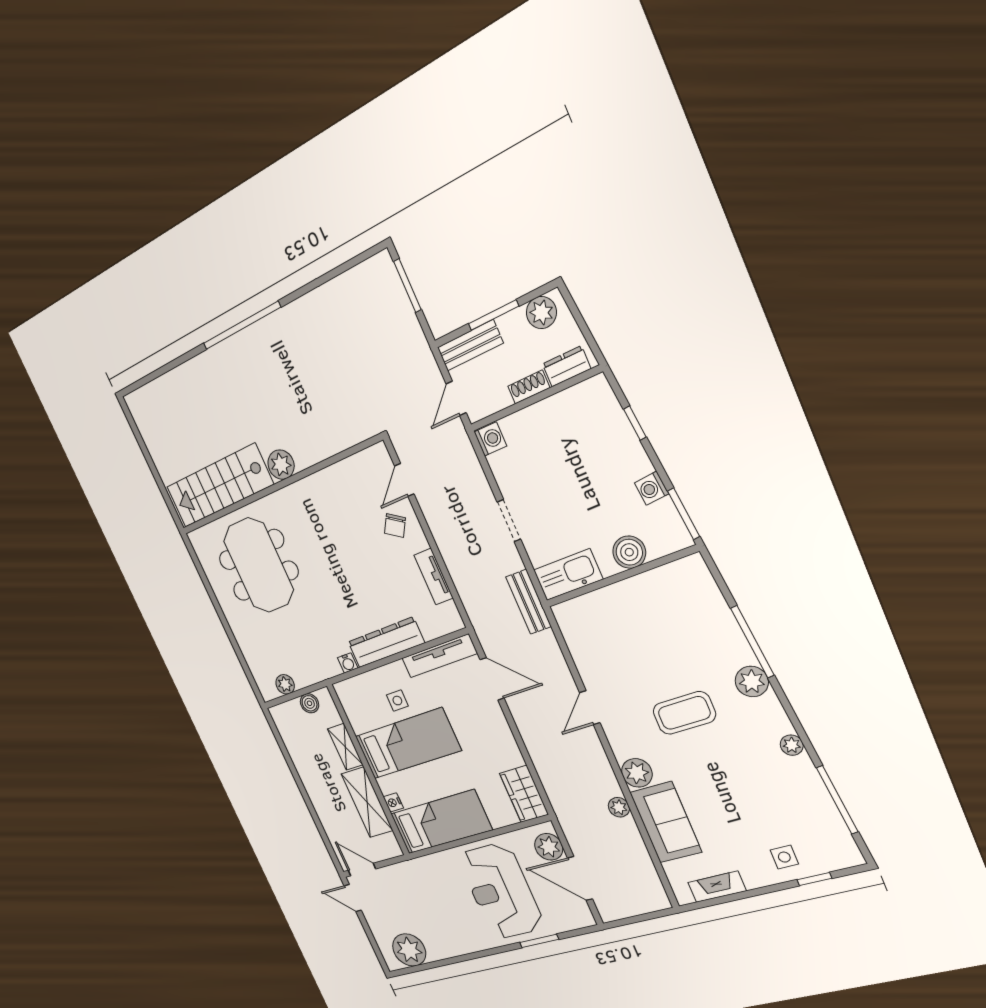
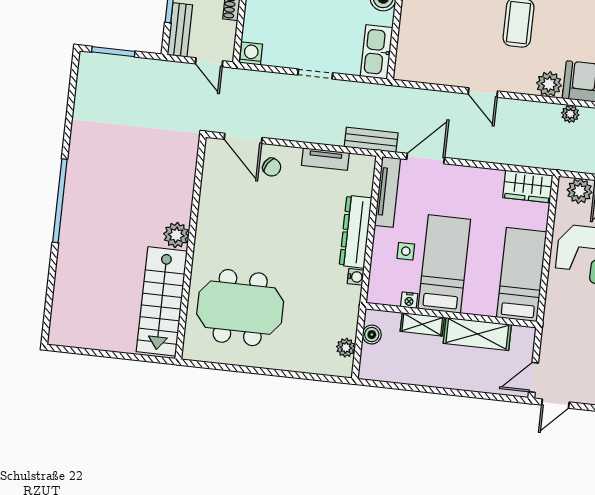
door: (404, 480) -> (243, 138), width x1.38
bench: (529, 602) -> (371, 140), moved
nightstand: (393, 802) -> (409, 300), moved

